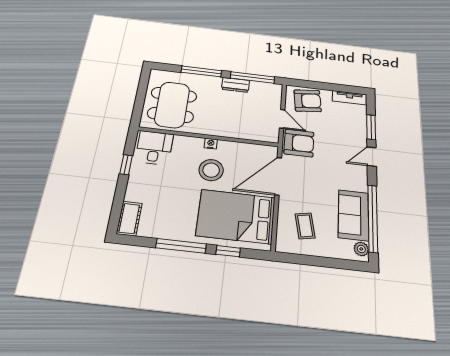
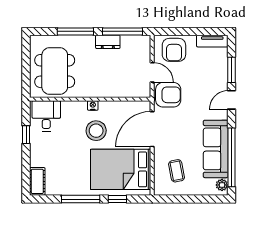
armchair: (308, 101) -> (174, 50), turned 96
sofa: (353, 215) -> (216, 149), width x1.36

